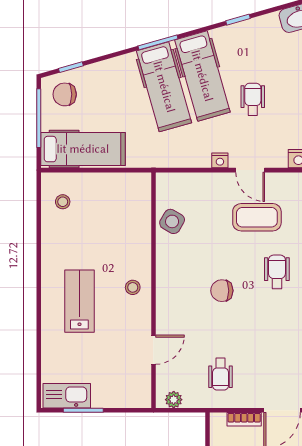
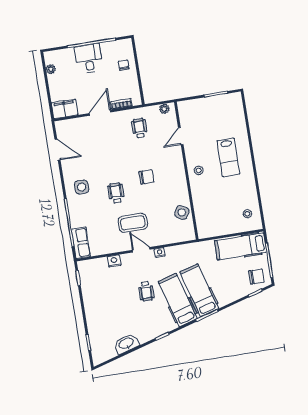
wheelchair: (277, 272) -> (116, 193), turned 180
kitchen sink: (67, 396) -> (227, 101), removed

